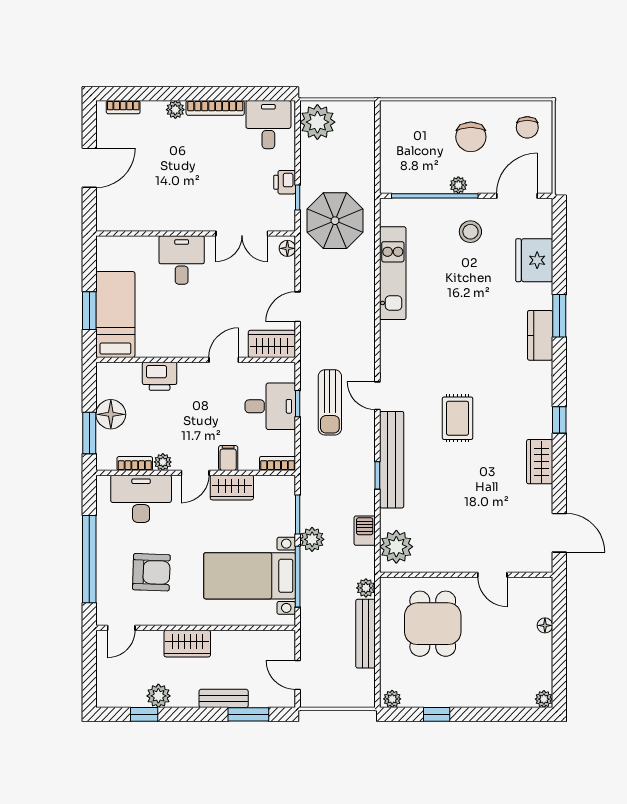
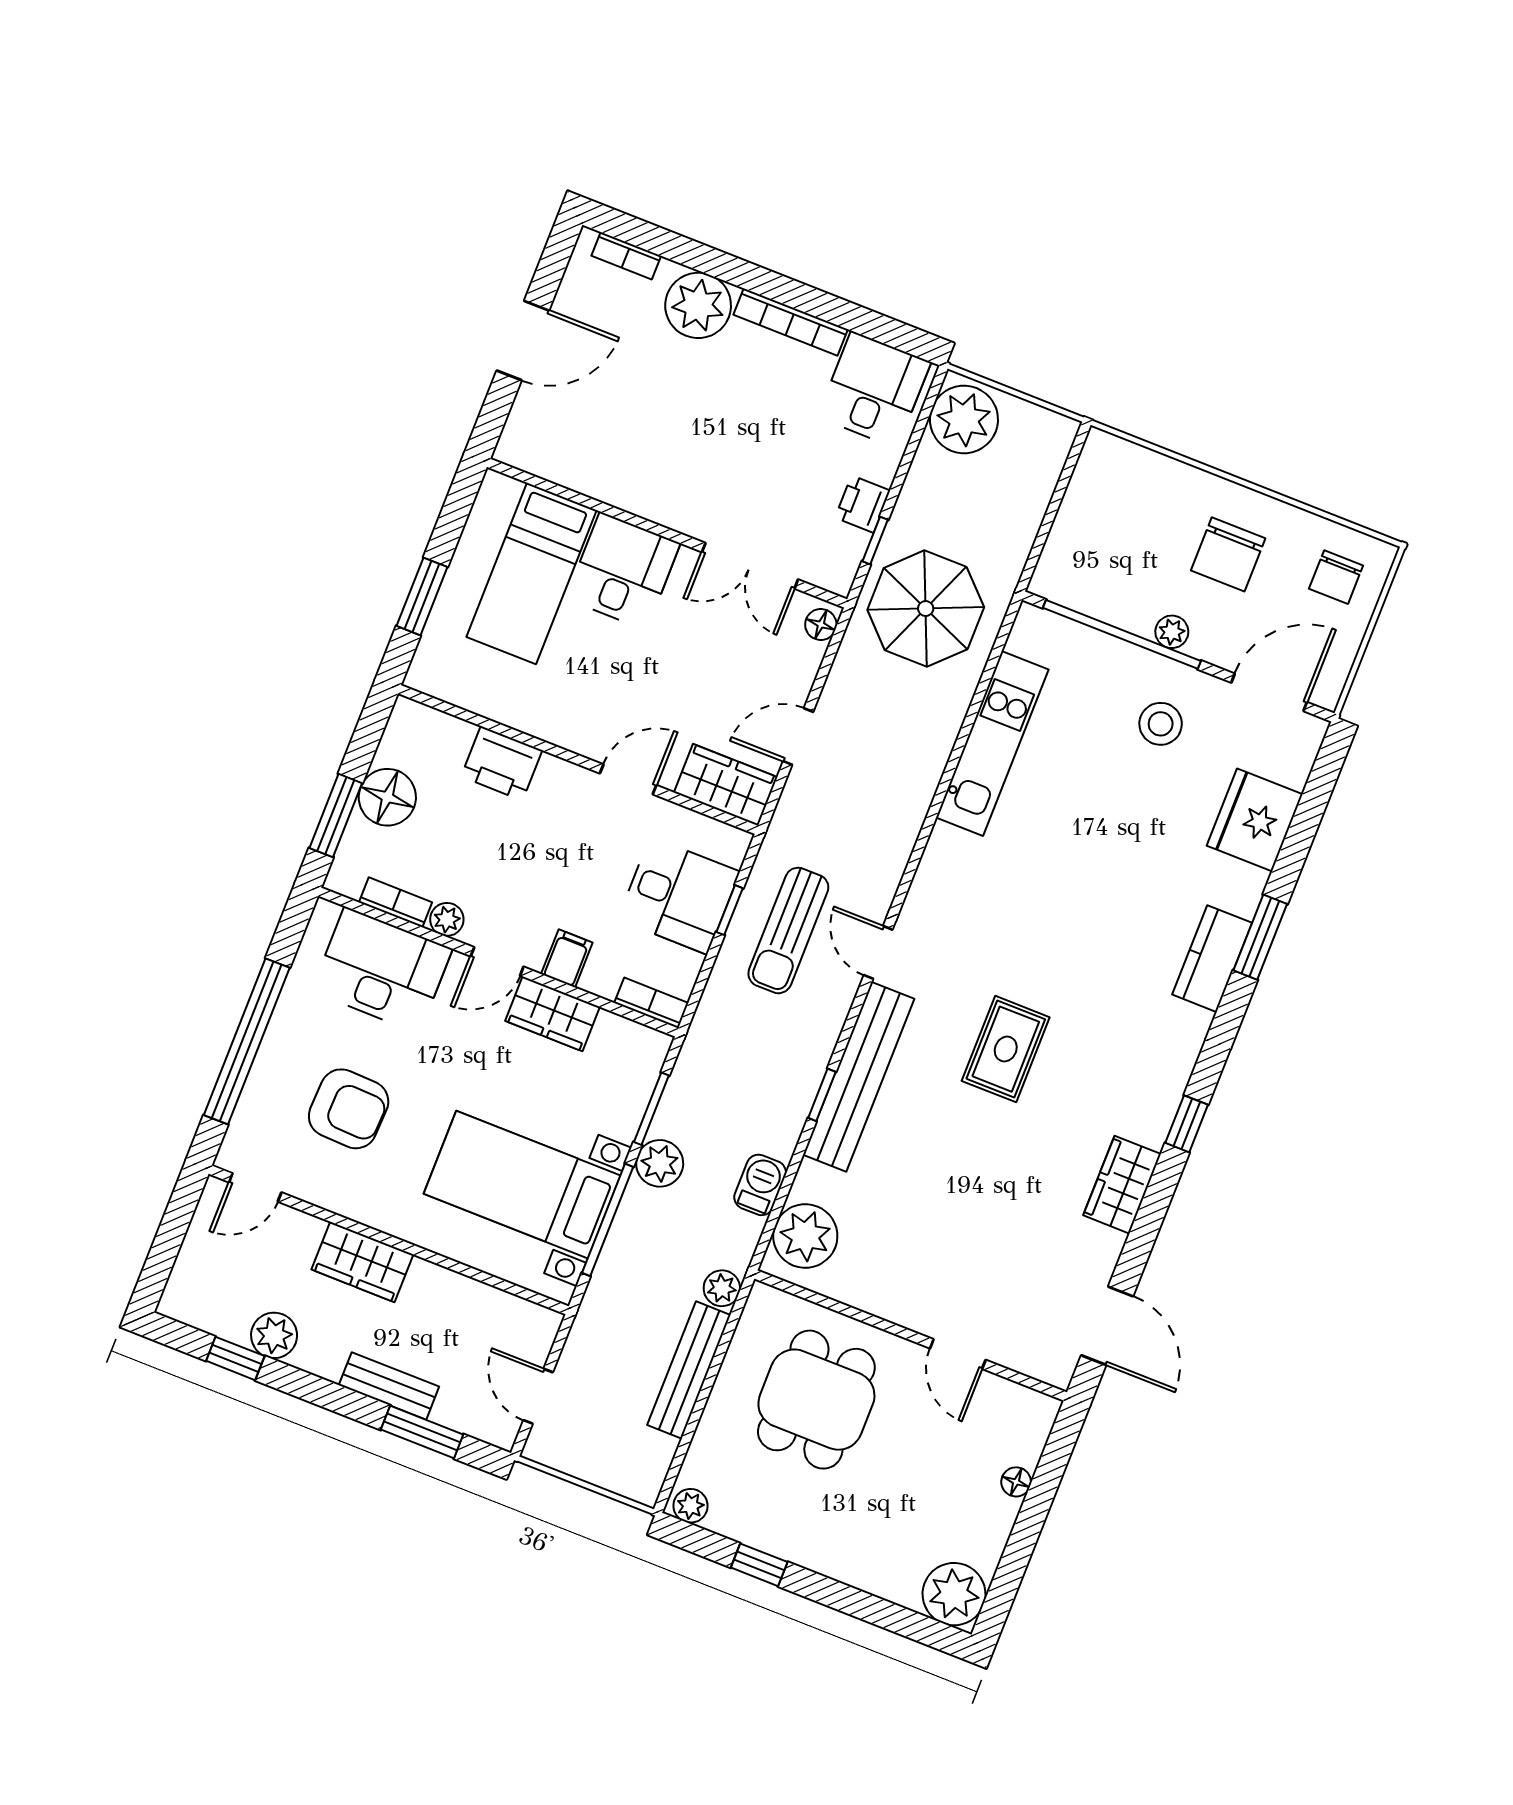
plant: (175, 110) -> (698, 305), width x1.88, depth x1.88
bed: (115, 315) -> (532, 574), moved, turned 180
plant: (544, 699) -> (954, 1594), width x1.87, depth x1.87

